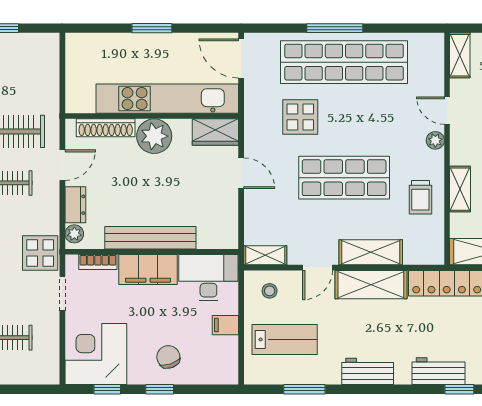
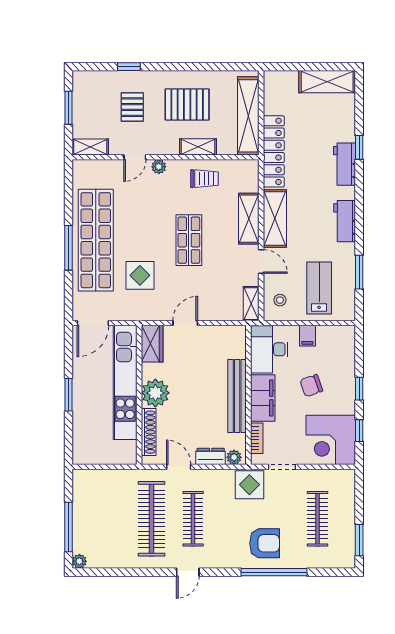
shop shelf: (344, 178) -> (189, 240), width x0.70, depth x0.74
chair: (168, 357) -> (311, 386), moved

